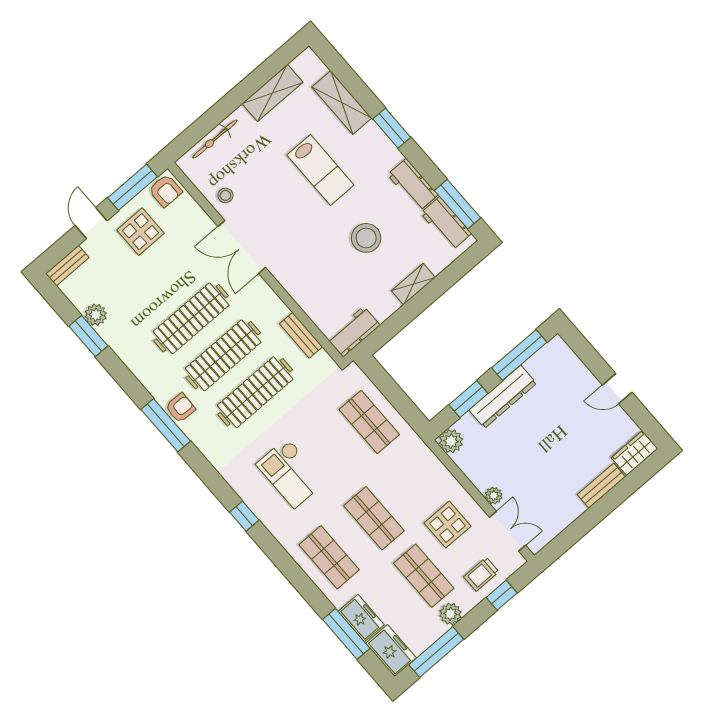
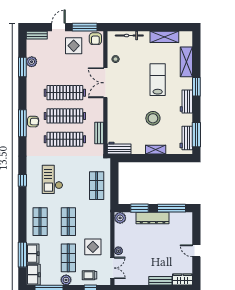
lab bench: (320, 170) -> (158, 80), turned 180
workbench: (413, 185) -> (186, 101), moved

